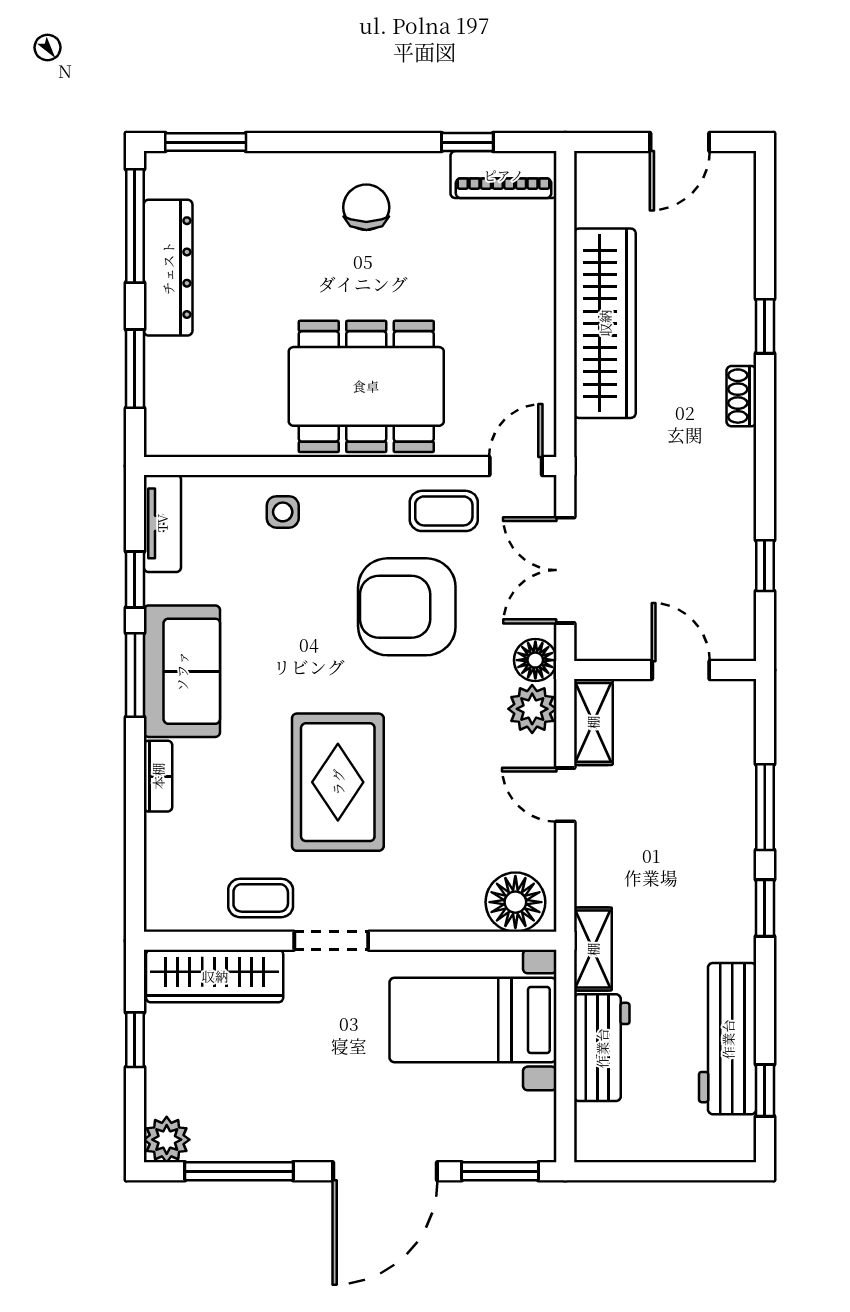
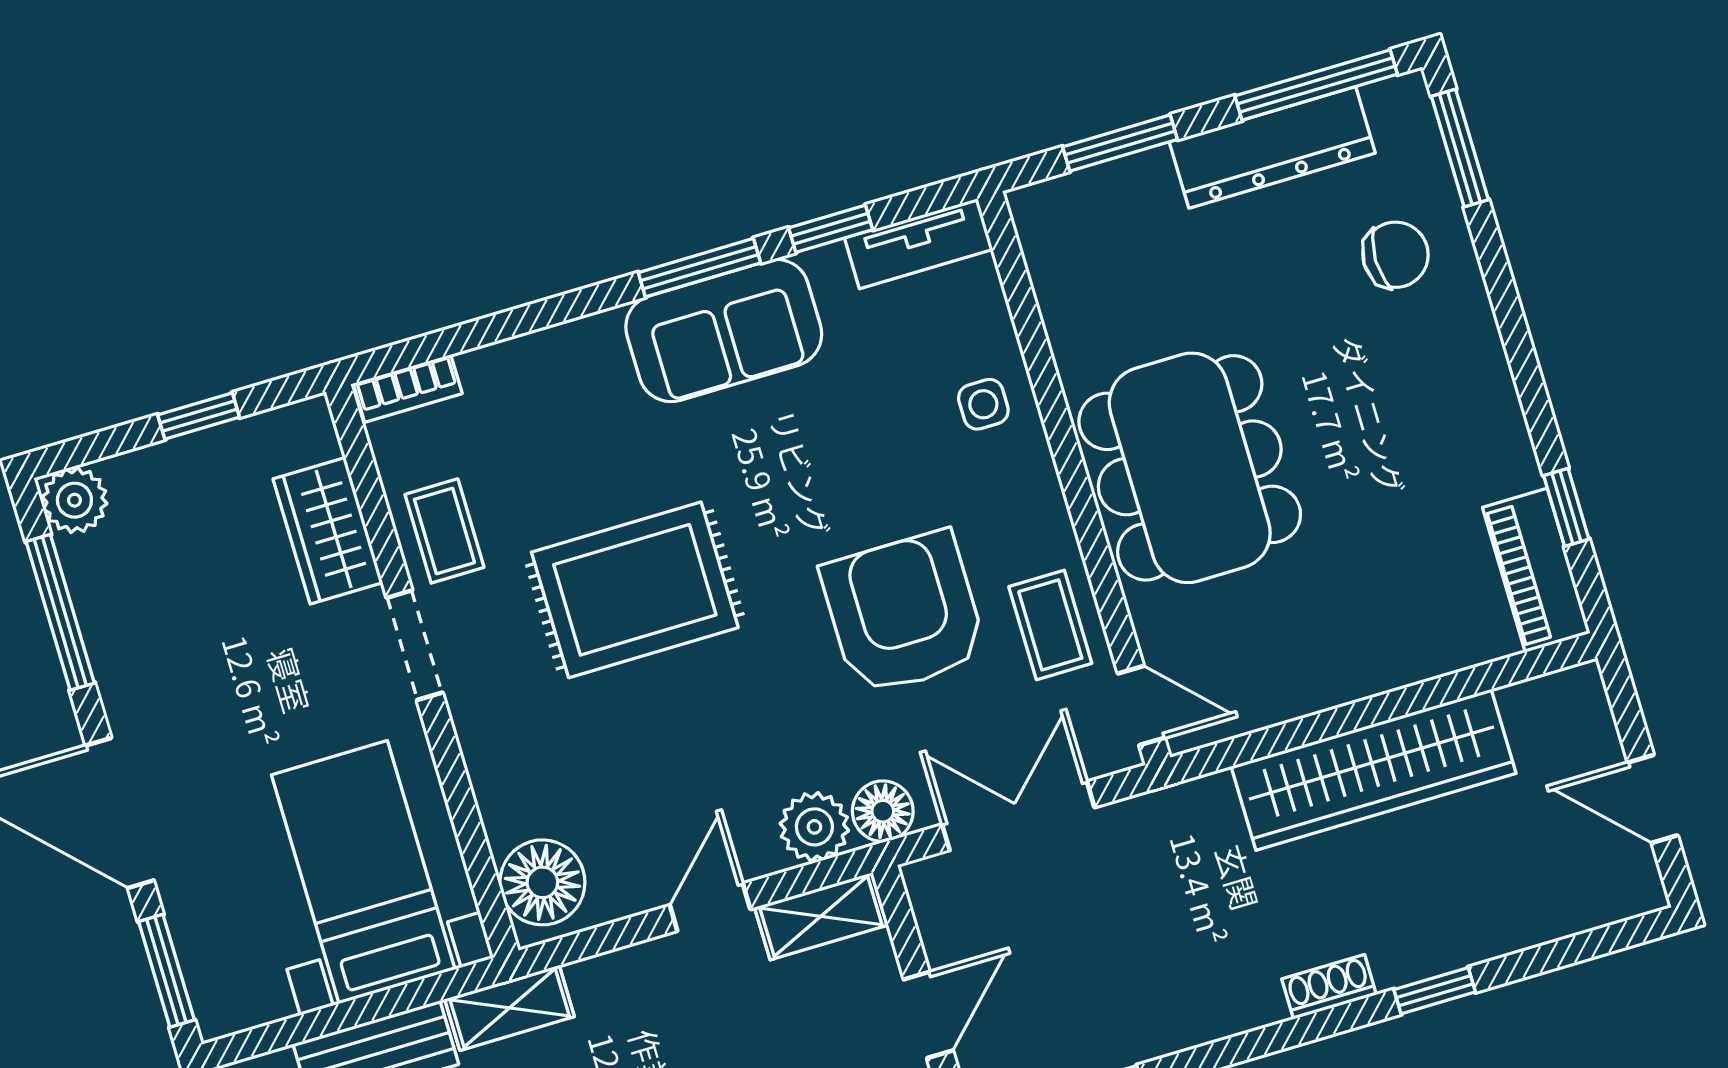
chair: (366, 207) -> (1395, 255), moved
bookcase: (158, 776) -> (408, 389), moved
wardrobe: (215, 976) -> (328, 531), width x0.67

